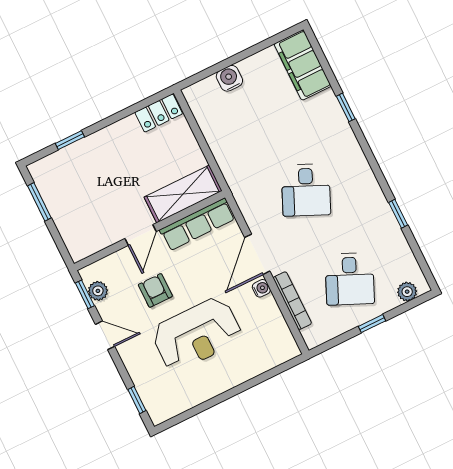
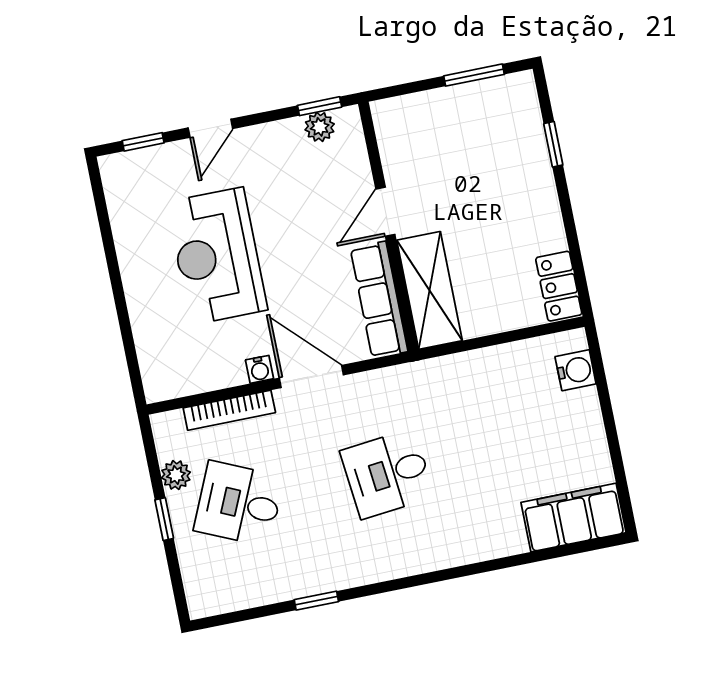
water cooler: (229, 78) -> (576, 370), moved
window: (346, 107) -> (494, 565), removed
desk: (306, 190) -> (387, 474), turned -30
door: (141, 235) -> (385, 212), hinge flipped
armchair: (155, 290) -> (298, 212), removed
plant: (407, 292) -> (176, 475), moved
door: (105, 335) -> (210, 128), moved

